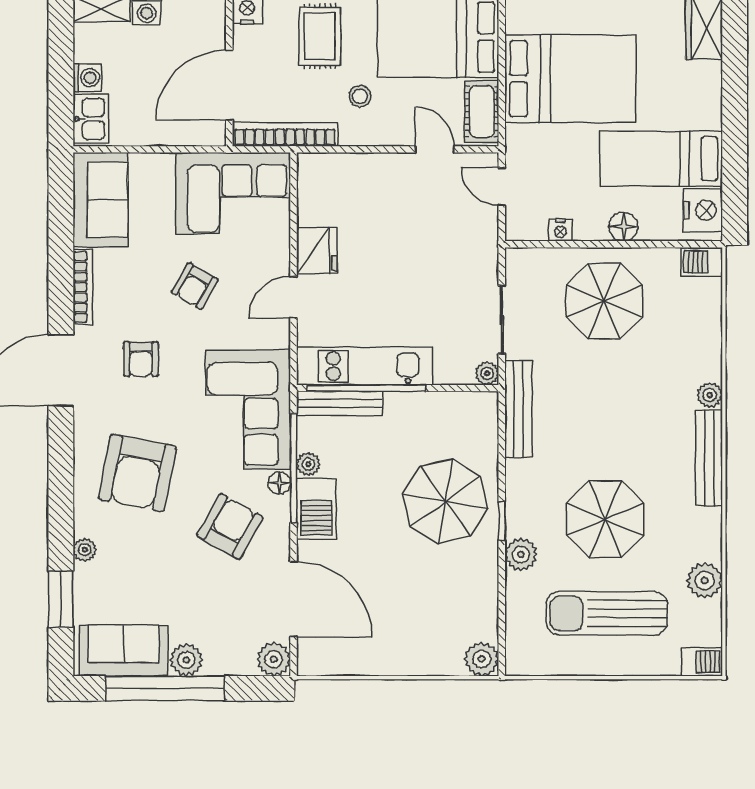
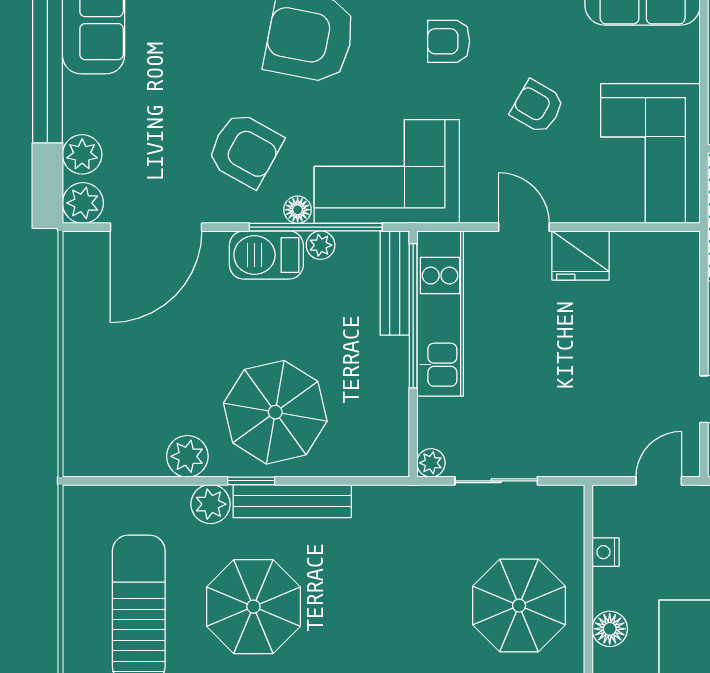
bench: (518, 409) -> (292, 501), moved
plant: (482, 659) -> (187, 456), moved
plant: (186, 660) -> (82, 154), moved

